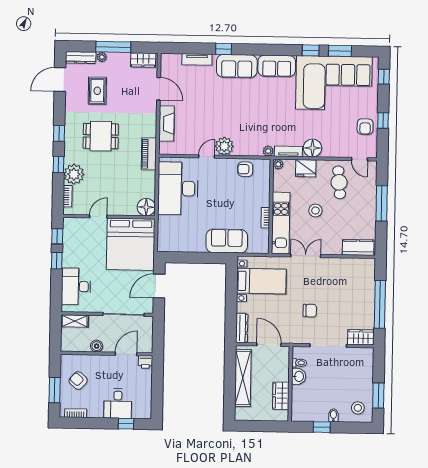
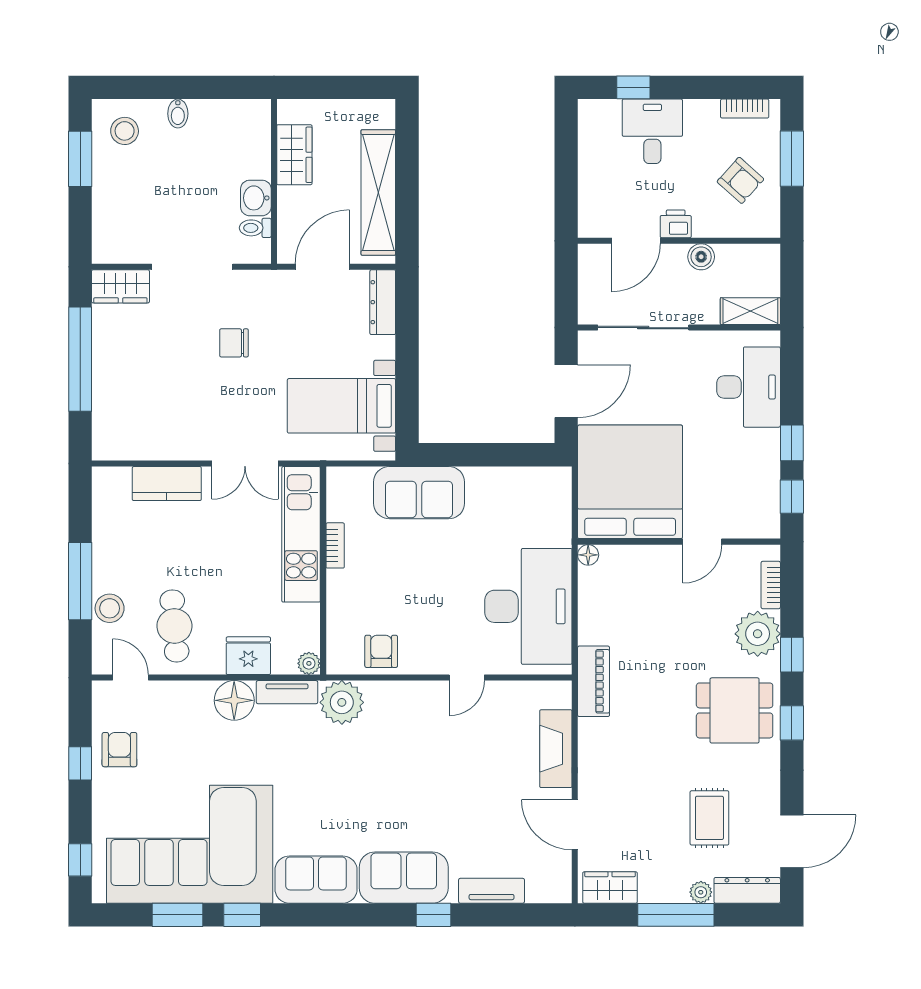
dining table: (101, 136) -> (735, 710), moved
plant: (224, 146) -> (428, 701), removed
plant: (268, 151) -> (342, 702), width x1.88, depth x1.88
armchair: (245, 169) -> (381, 651), turned -90
floor lamp: (146, 207) -> (588, 555), width x0.53, depth x0.53
stool: (315, 210) -> (110, 608), moved
kitchen counter: (358, 247) -> (167, 484), moved
door: (269, 345) -> (322, 267), swing flipped
printer: (145, 362) -> (676, 224), moved
window: (322, 427) -> (203, 87), removed

